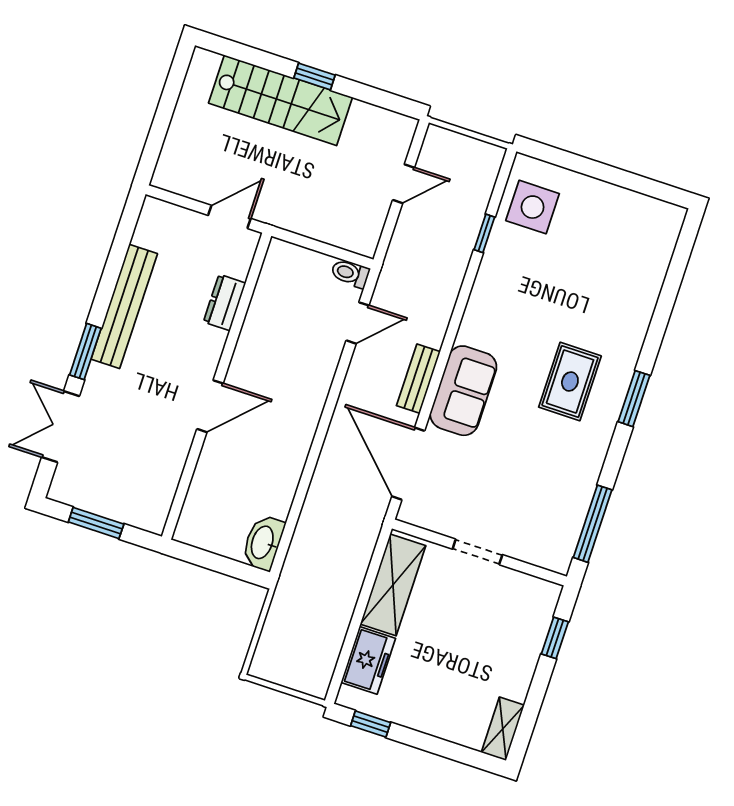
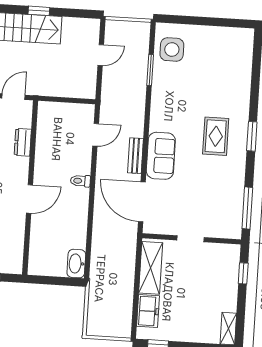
window: (484, 233) -> (150, 70), width x1.50
toilet: (350, 273) -> (80, 181), moved

